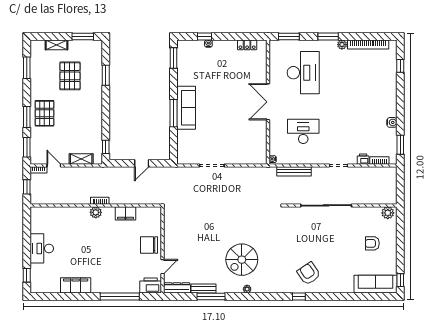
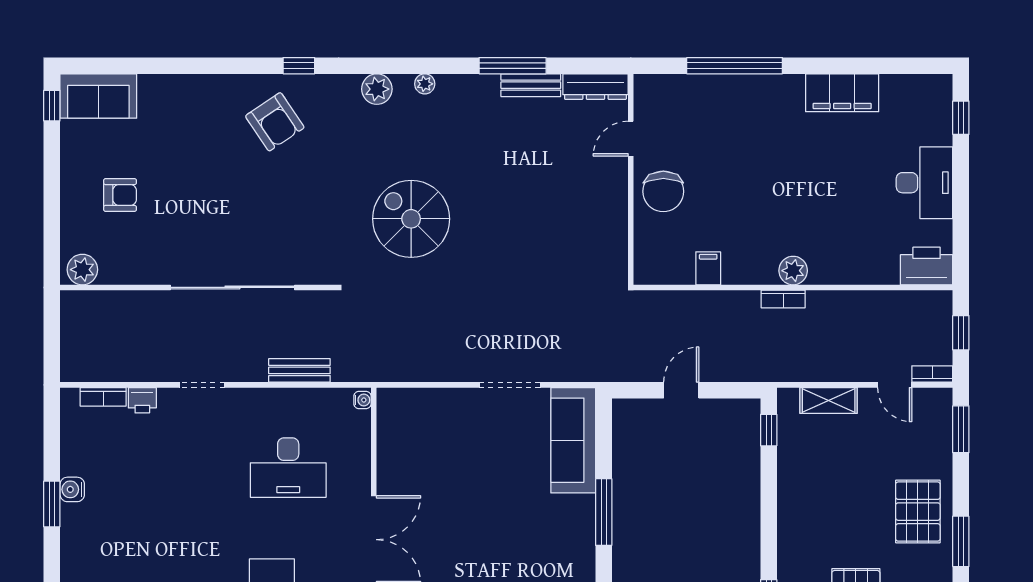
sofa: (186, 108) -> (573, 440), moved
window: (27, 117) -> (961, 541), moved
window: (400, 145) -> (52, 504), moved
bench: (294, 171) -> (299, 370), width x0.73
filing cabinet: (126, 213) -> (708, 268), width x0.50
chair: (149, 245) -> (663, 191), turned 90
spiral stairs: (242, 260) -> (411, 219), moved, turned -90
sofa: (376, 284) -> (98, 96), width x0.73
printer: (151, 286) -> (927, 266), moved, turned 180
plant: (267, 287) -> (377, 89), added

